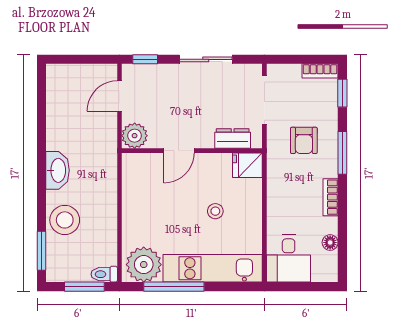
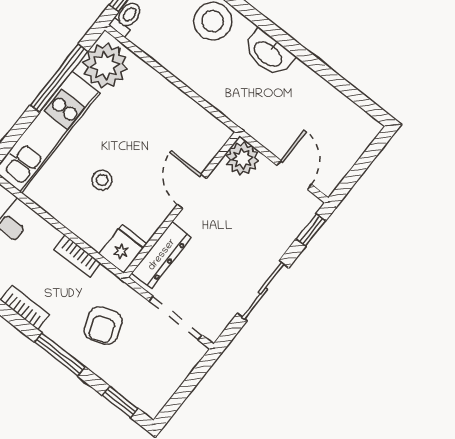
bookcase: (320, 71) -> (78, 256), moved, turned -90
dresser: (233, 139) -> (162, 255), width x1.44
armchair: (304, 140) -> (103, 325), turned -110

